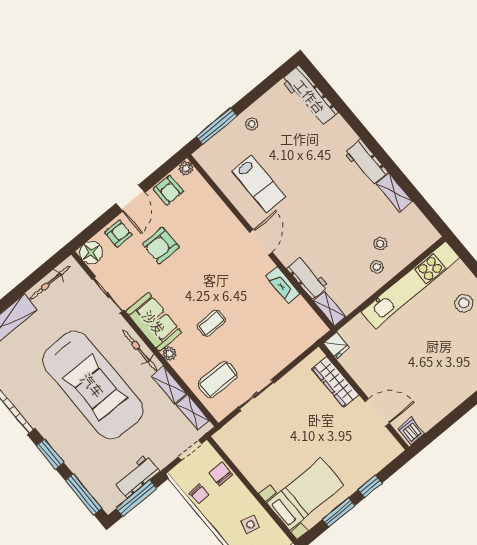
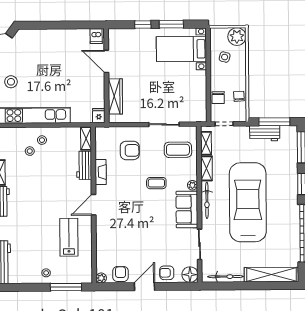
armchair: (161, 245) -> (130, 150), moved

